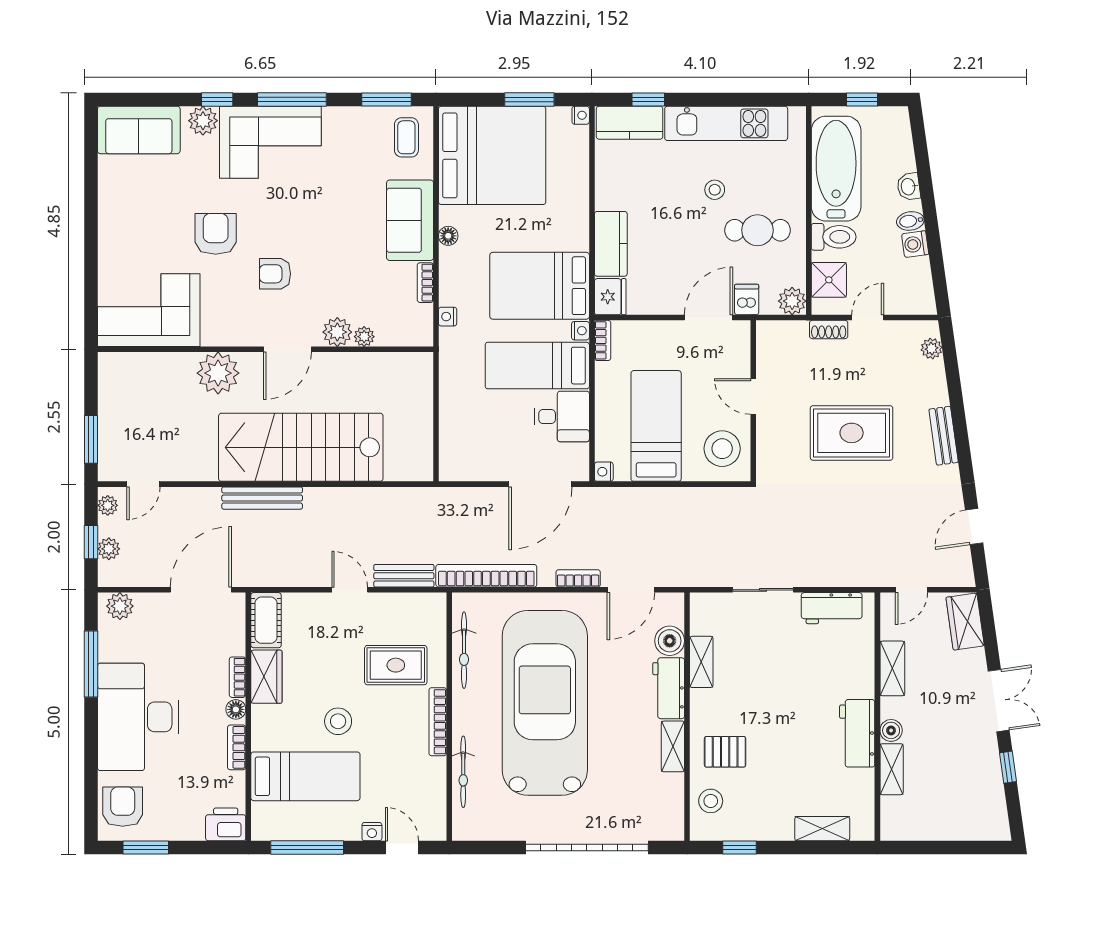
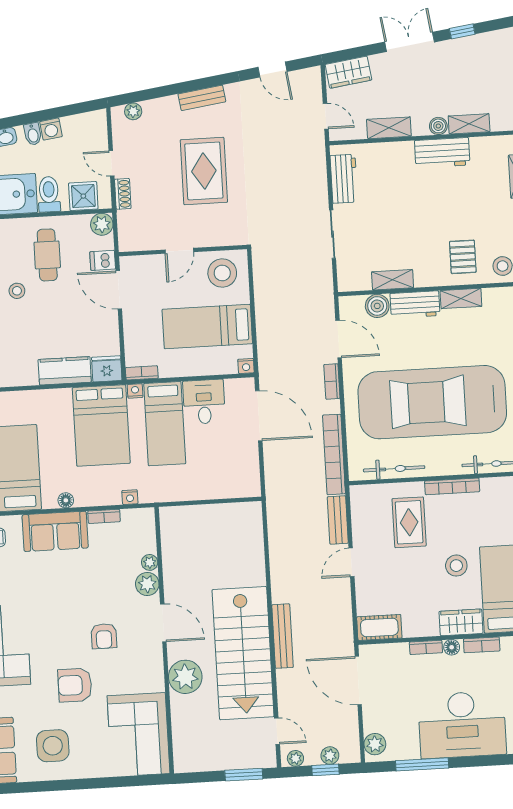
side table: (141, 202) -> (53, 746), added
stairs: (301, 447) -> (243, 653), moved
wardrobe: (266, 677) -> (461, 622), moved

